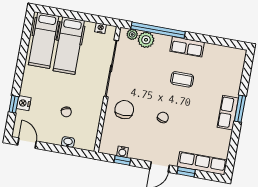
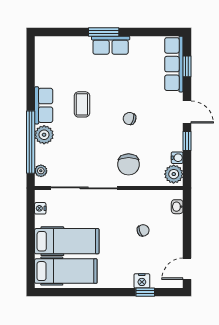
plant: (146, 40) -> (44, 135), moved
chair: (124, 110) -> (129, 164), turned -90
washbasin: (68, 142) -> (177, 207), moved
plant: (109, 146) -> (174, 174), added
window: (122, 160) -> (187, 141), moved
window: (186, 172) -> (187, 66), moved

